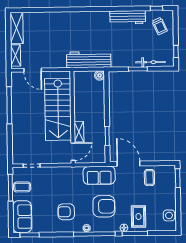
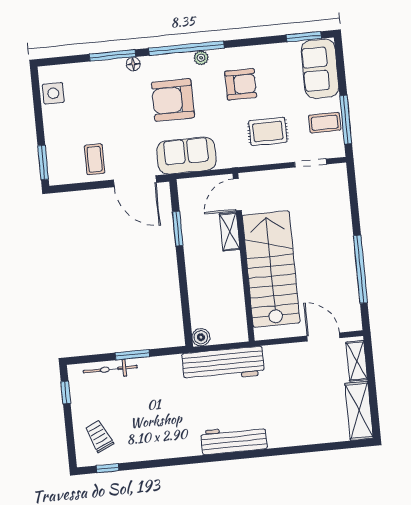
workbench: (128, 17) -> (234, 440), moved
rug: (138, 216) -> (268, 132), moved, turned 90

